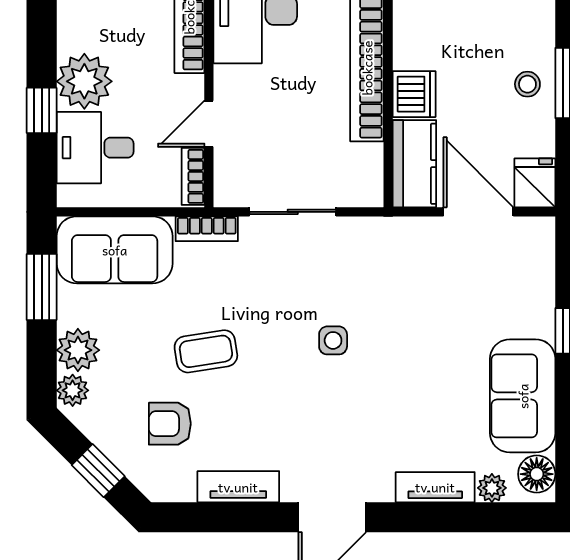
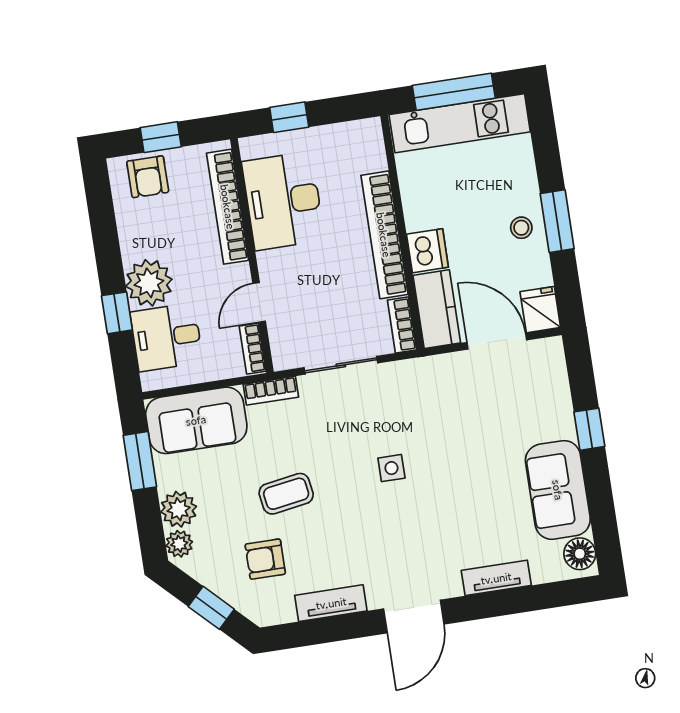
bookcase: (371, 176) -> (402, 325), added
plant: (492, 488) -> (544, 571), removed

